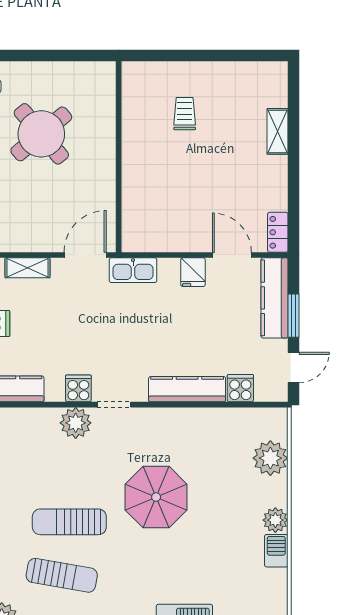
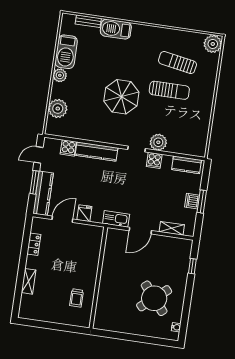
wall: (119, 157) -> (98, 278), moved
locker: (278, 232) -> (34, 244), moved
door: (232, 255) -> (62, 219), swing flipped
barbecue: (276, 551) -> (66, 52), width x1.88, depth x1.53

